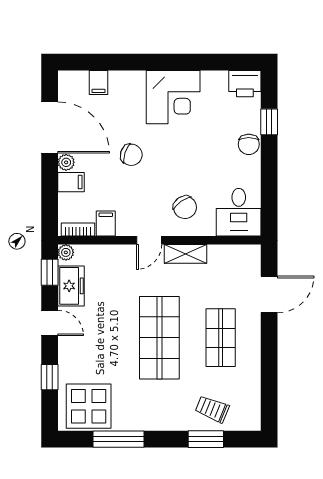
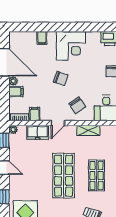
filing cabinet: (99, 82) -> (42, 38), moved
chair: (131, 155) -> (61, 78), moved
shelving: (186, 254) -> (88, 130), moved
freezer: (71, 286) -> (38, 132), moved, turned 90

